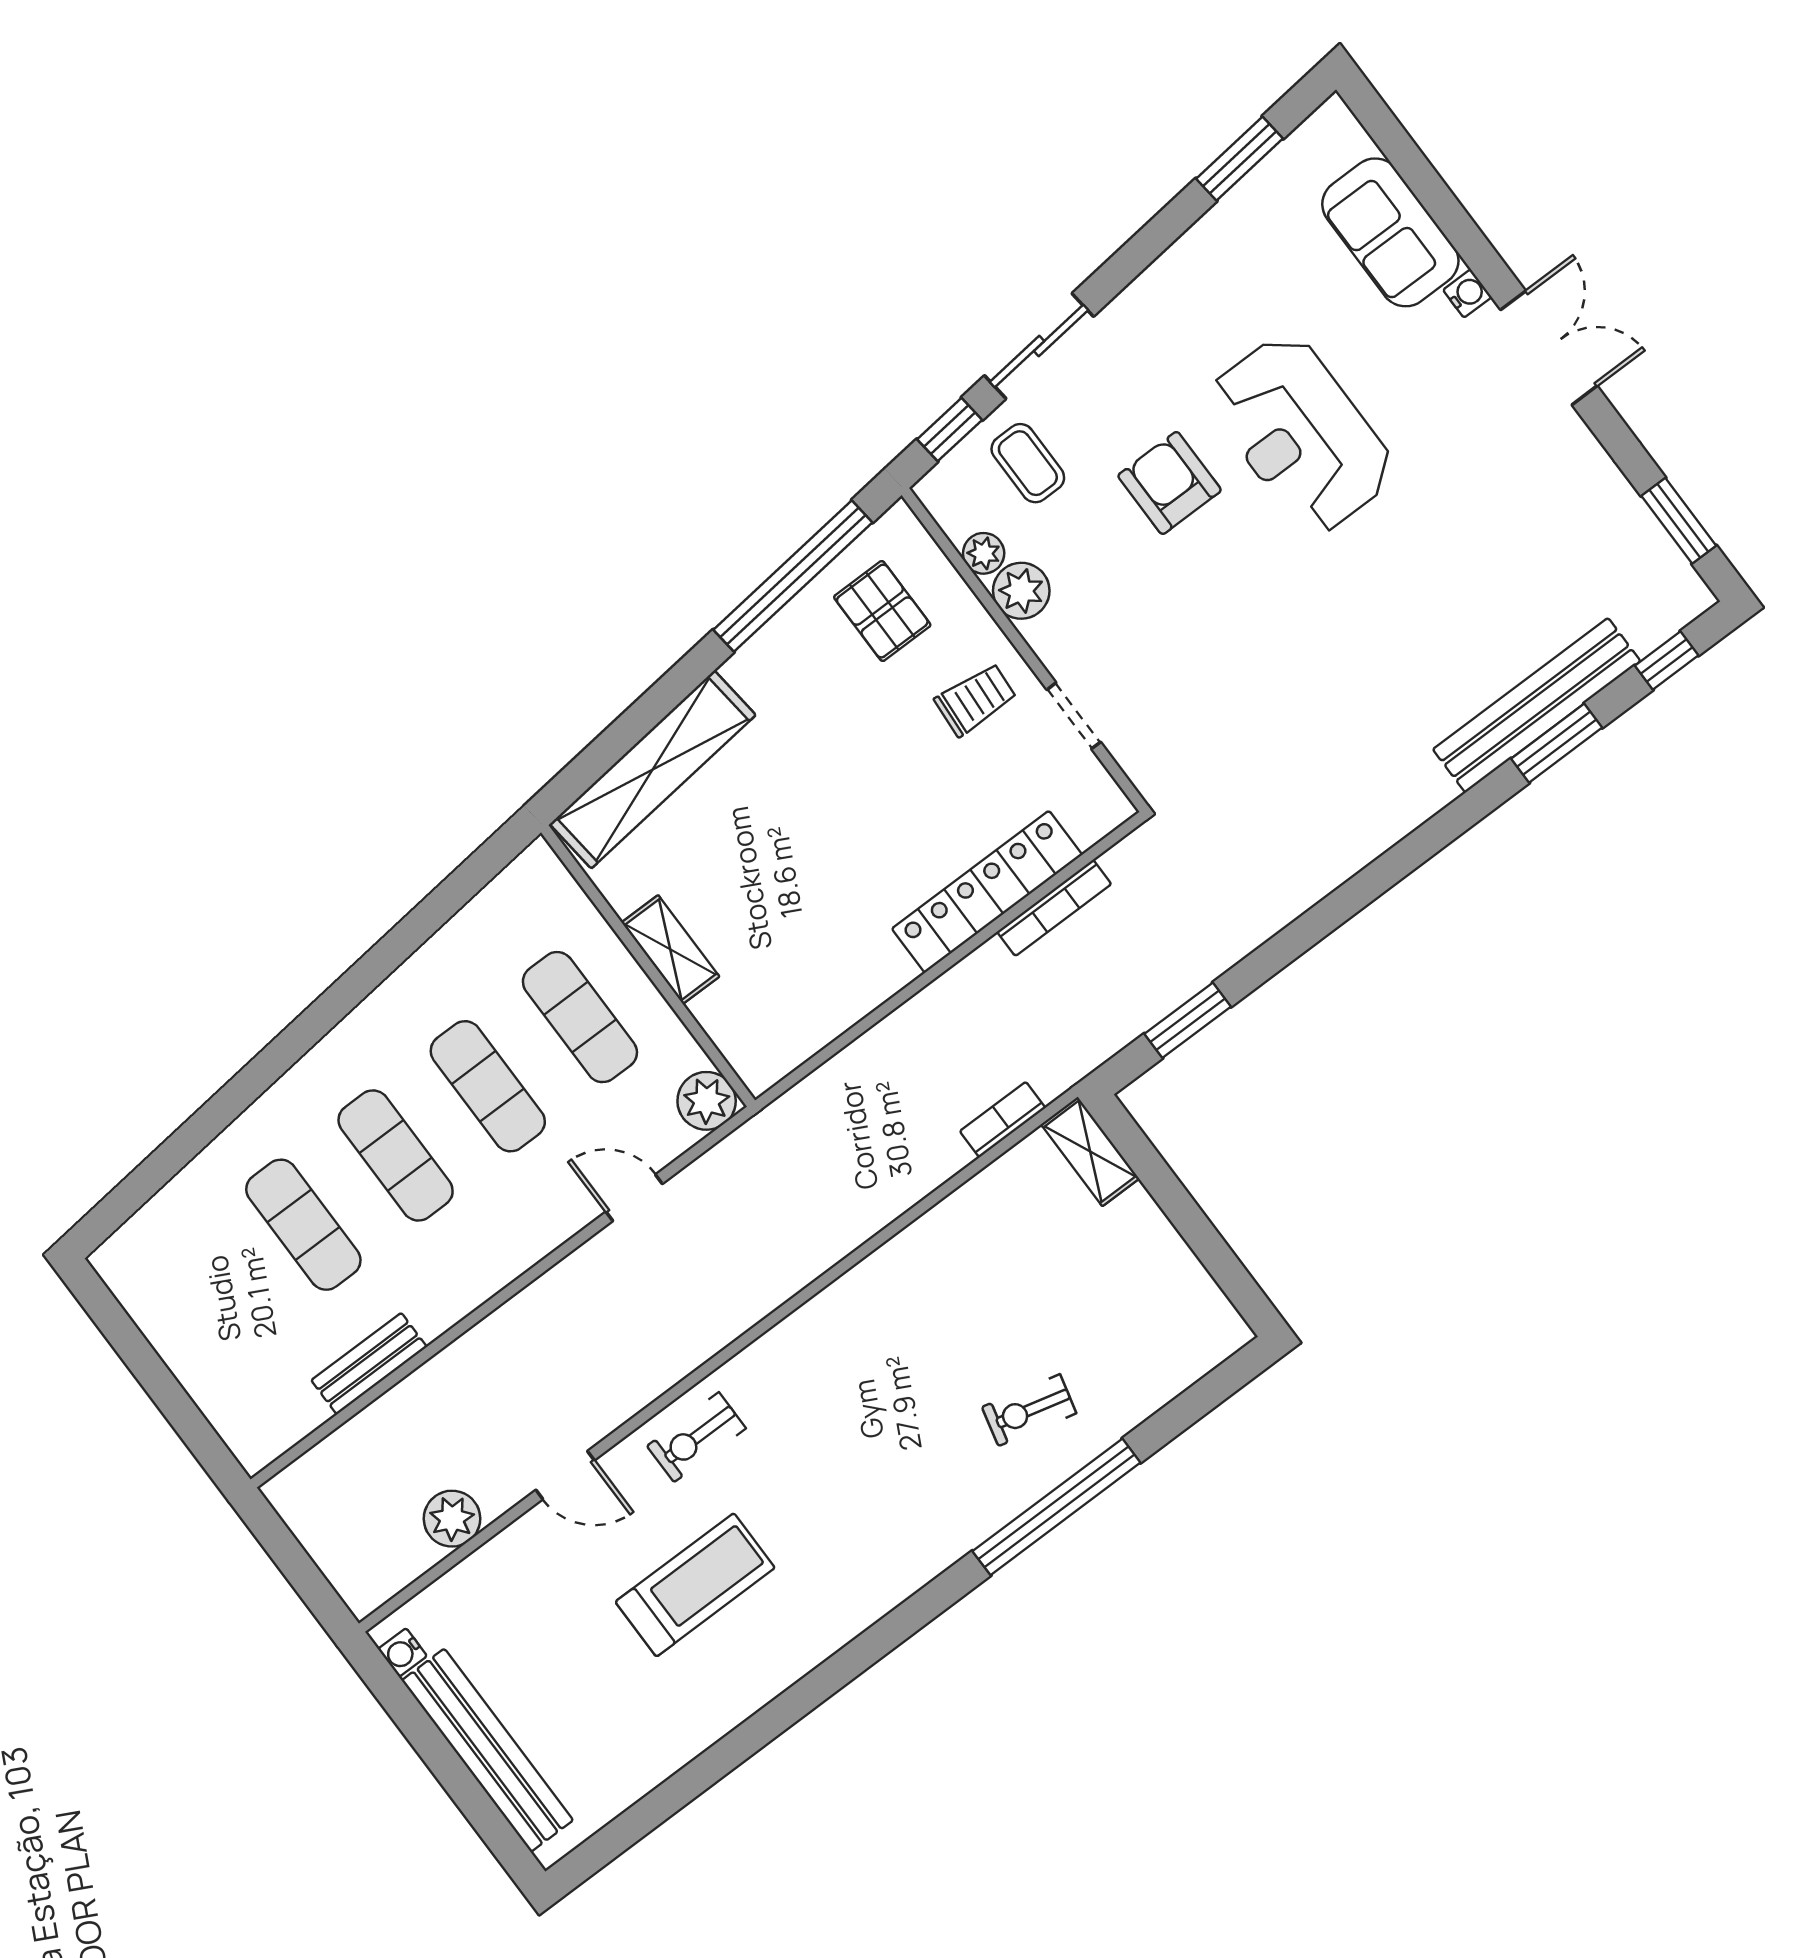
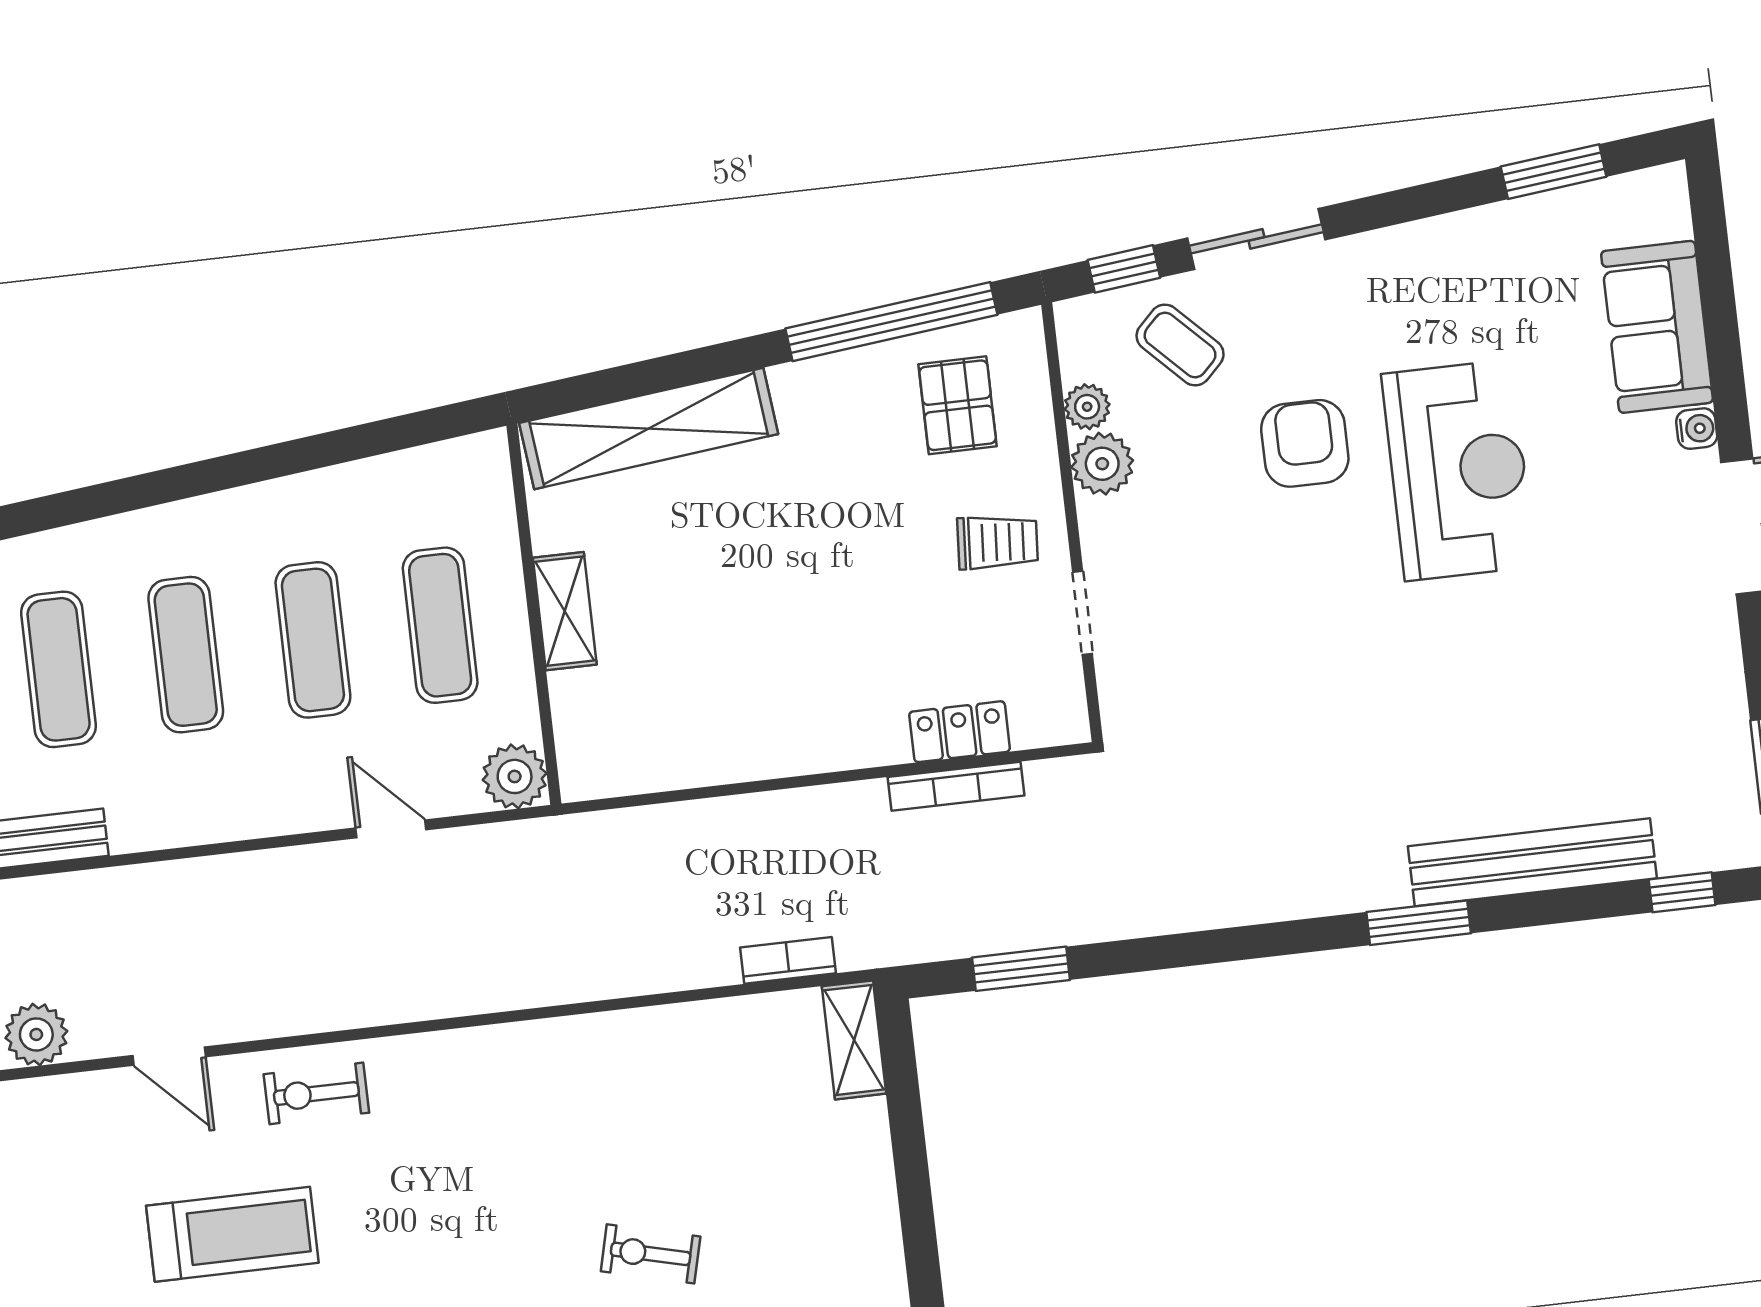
reception desk: (1301, 434) -> (1458, 470), turned 180
coffee table: (1028, 463) -> (1180, 345), turned -45
window: (1557, 743) -> (1419, 923), moved
locker: (987, 892) -> (960, 732), width x0.46, depth x0.83

